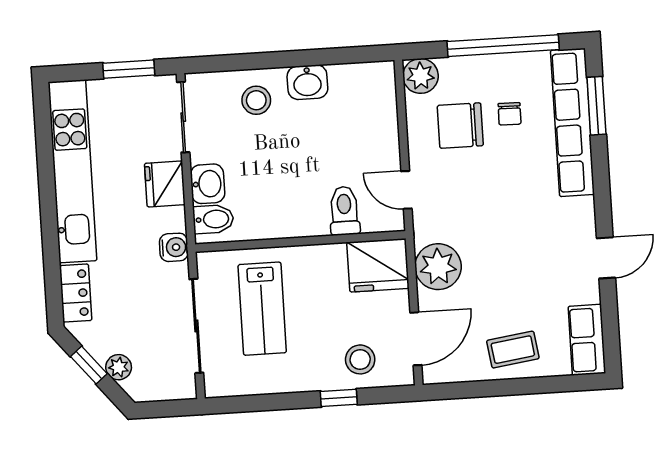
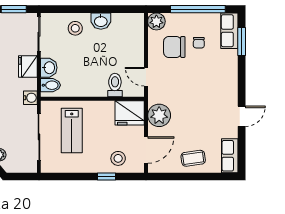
row of seats: (572, 122) -> (229, 31), width x0.50

